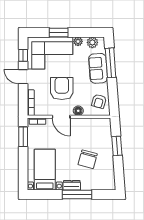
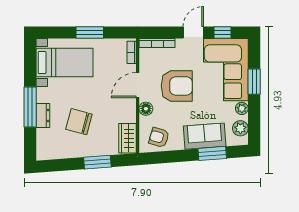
window: (111, 63) -> (212, 153), width x0.69
wardrobe: (100, 124) -> (128, 138), added
window: (23, 137) -> (90, 33), moved
dresser: (72, 185) -> (43, 115), moved

